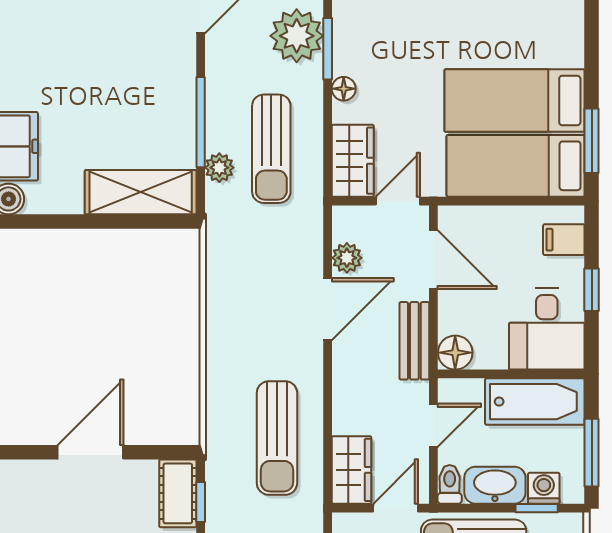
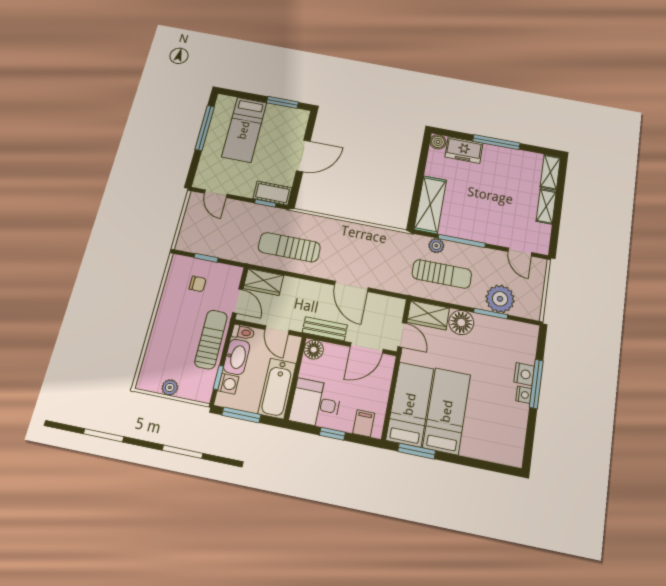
floor lamp: (344, 89) -> (461, 322), width x1.89, depth x1.89
sun lounger: (271, 149) -> (442, 274), turned 180
plant: (347, 258) -> (377, 302), removed
door: (90, 452) -> (303, 156), hinge flipped

